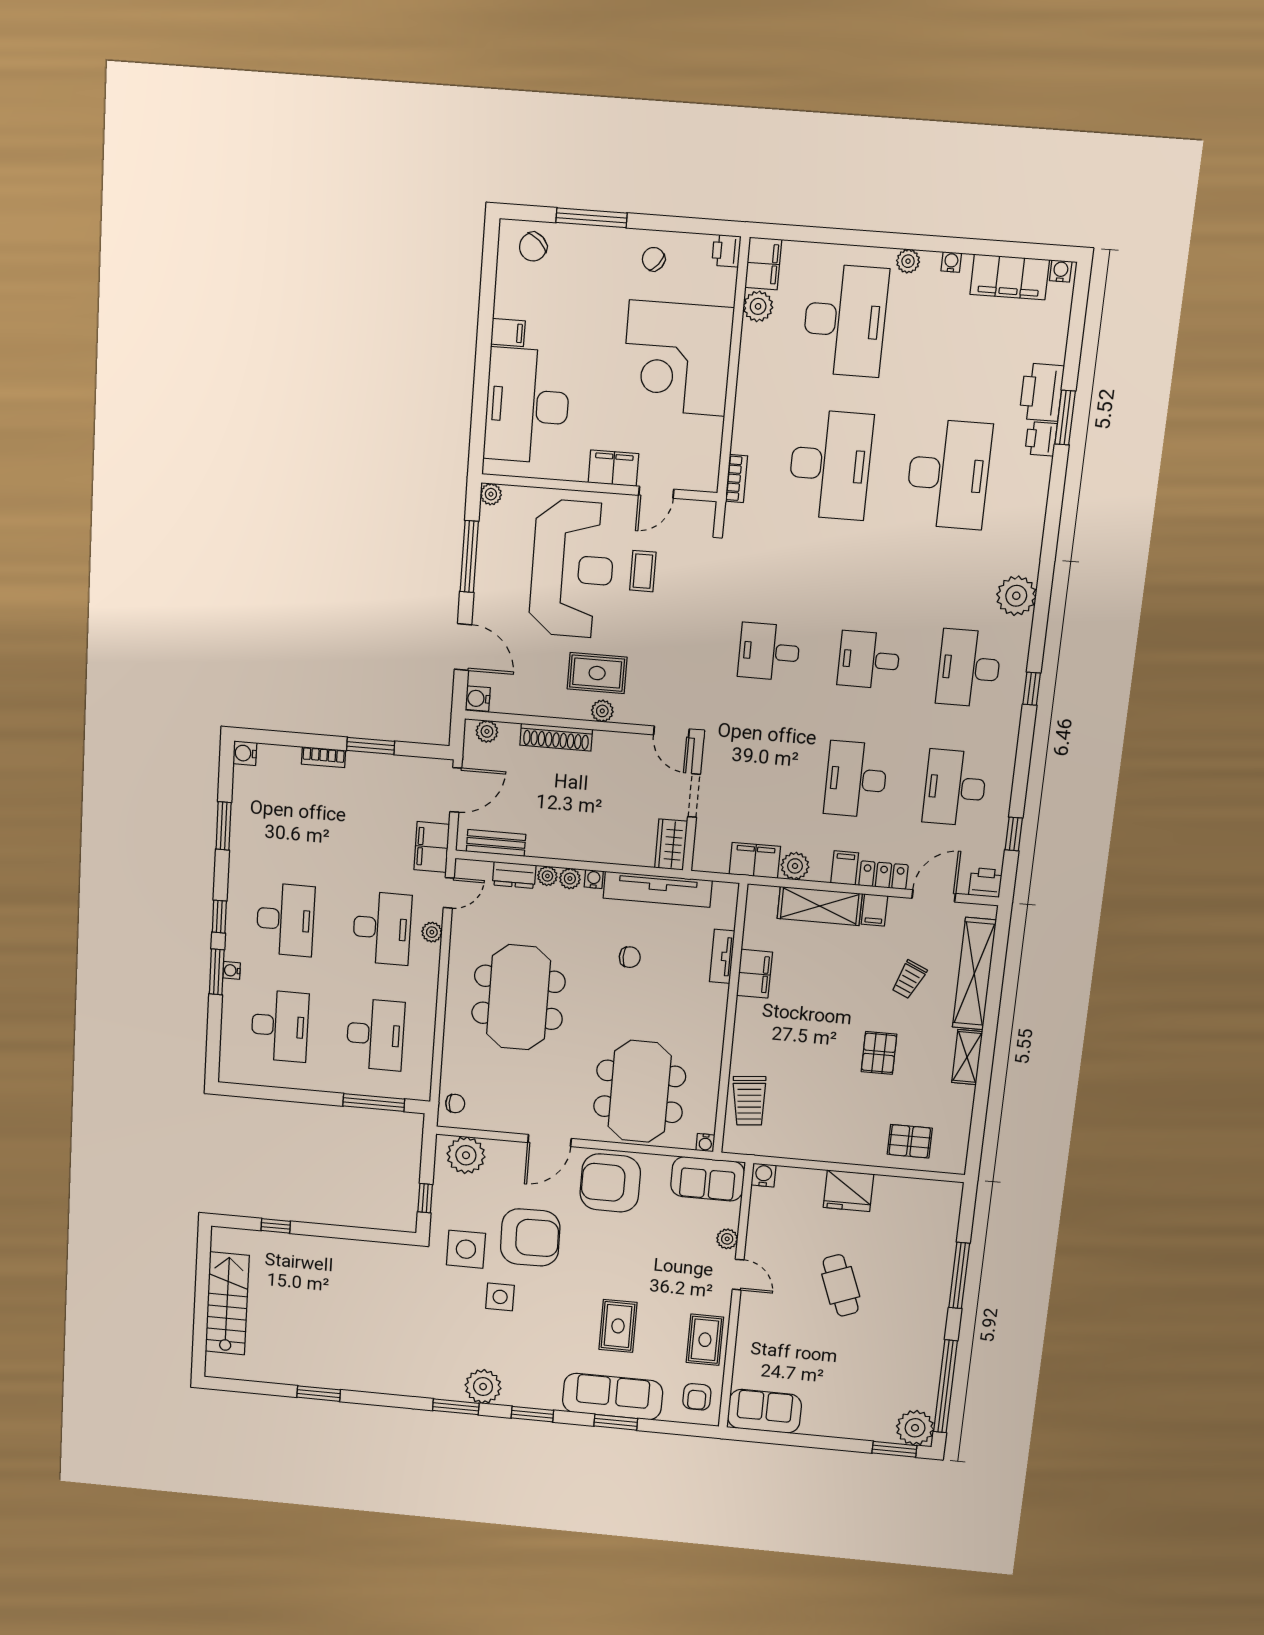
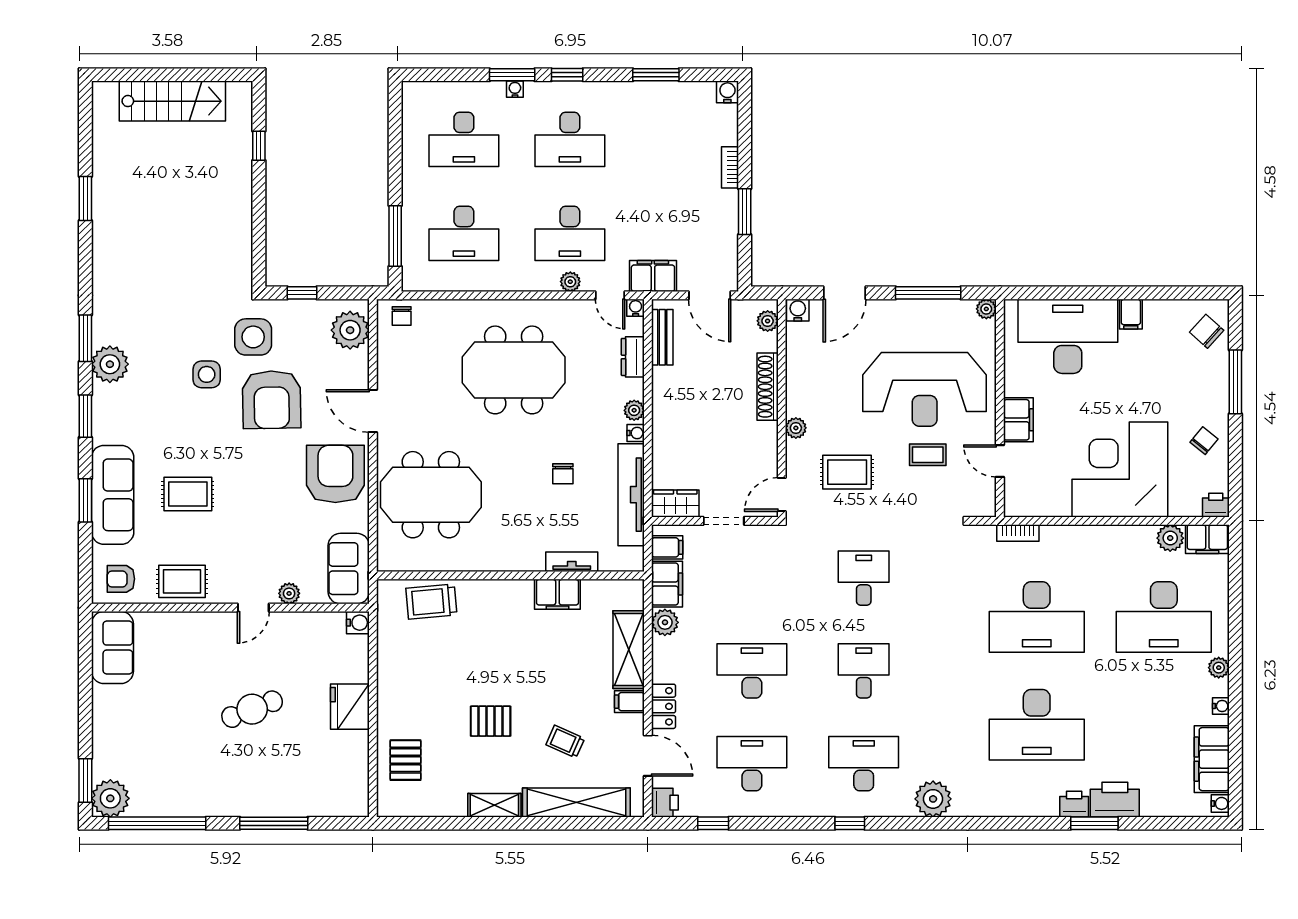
rug: (597, 673) -> (847, 472), moved, turned 90
filing cabinet: (845, 868) -> (667, 547), moved
plant: (547, 876) -> (635, 389), removed
water cooler: (705, 1143) -> (636, 308), moved, turned 90

